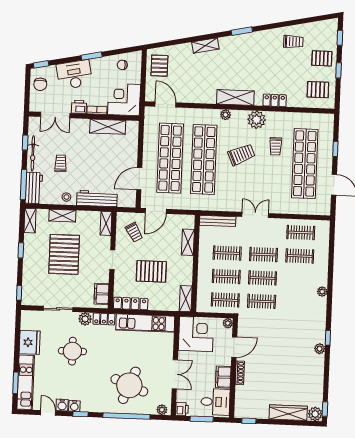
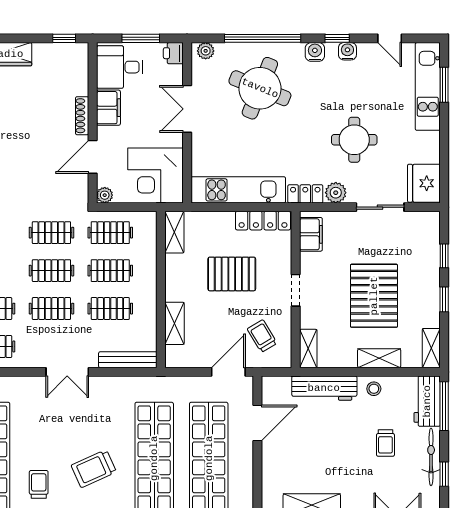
window: (19, 293) -> (444, 256), moved
fridge: (30, 342) -> (424, 183), moved
water cooler: (62, 405) -> (315, 52), moved

